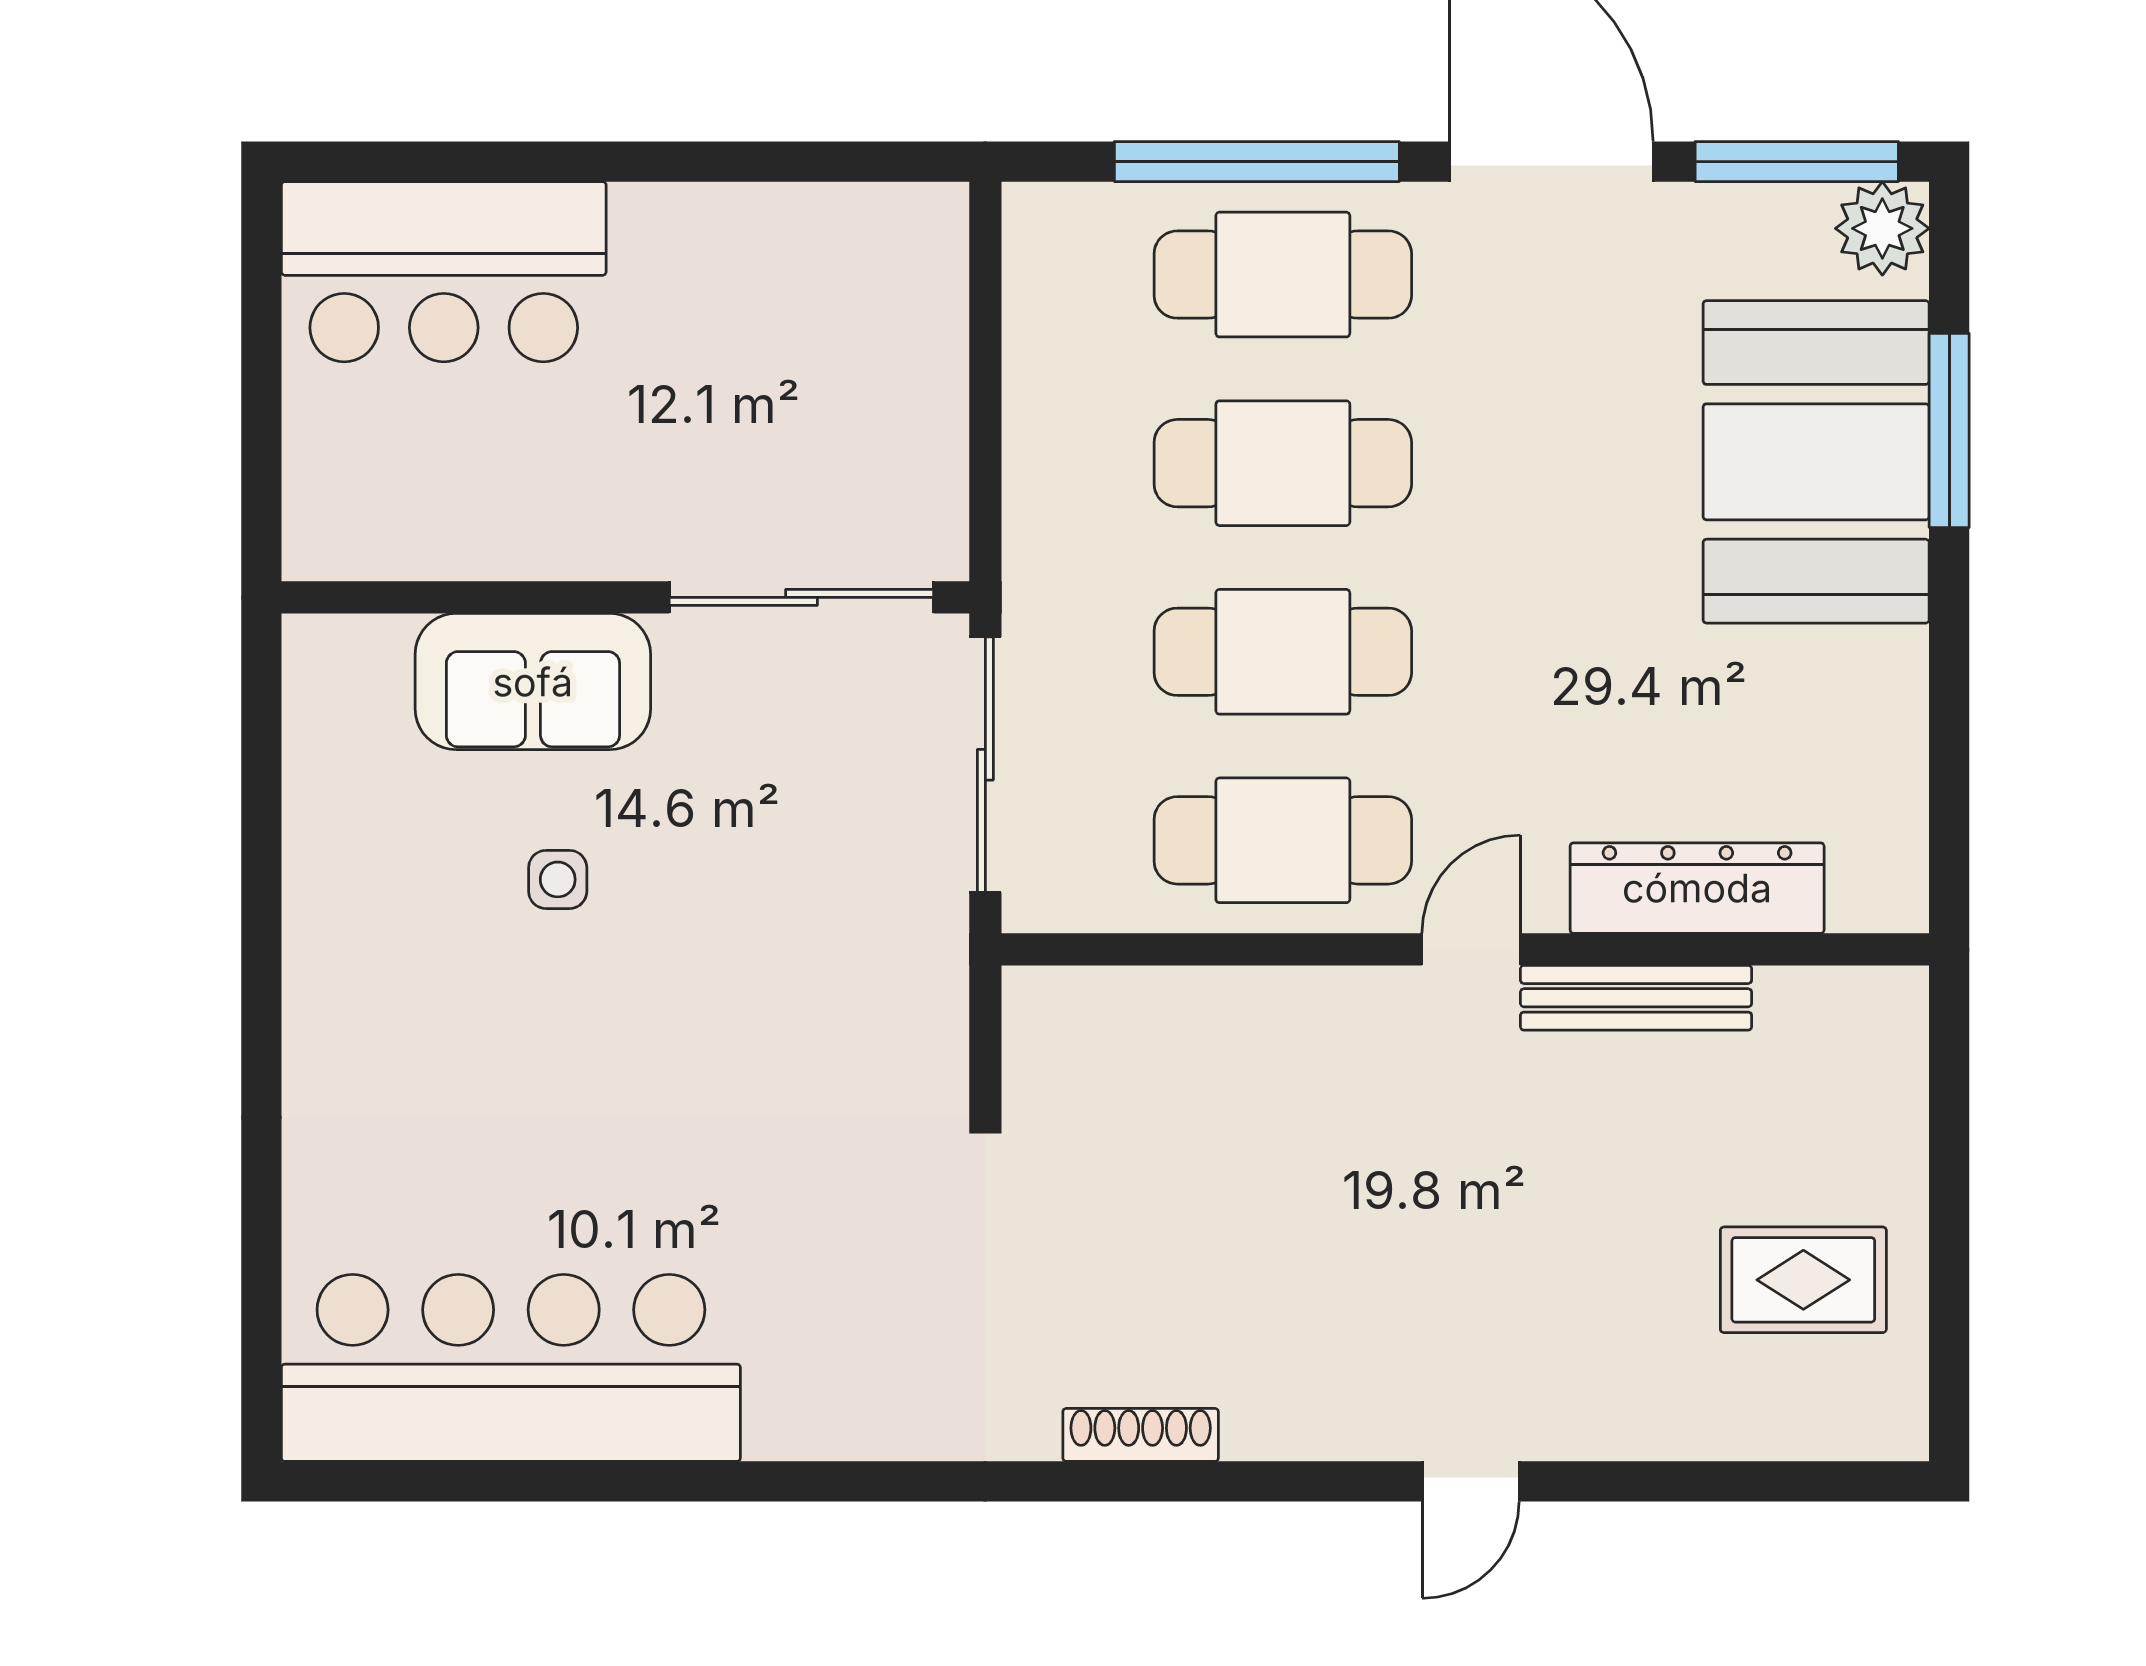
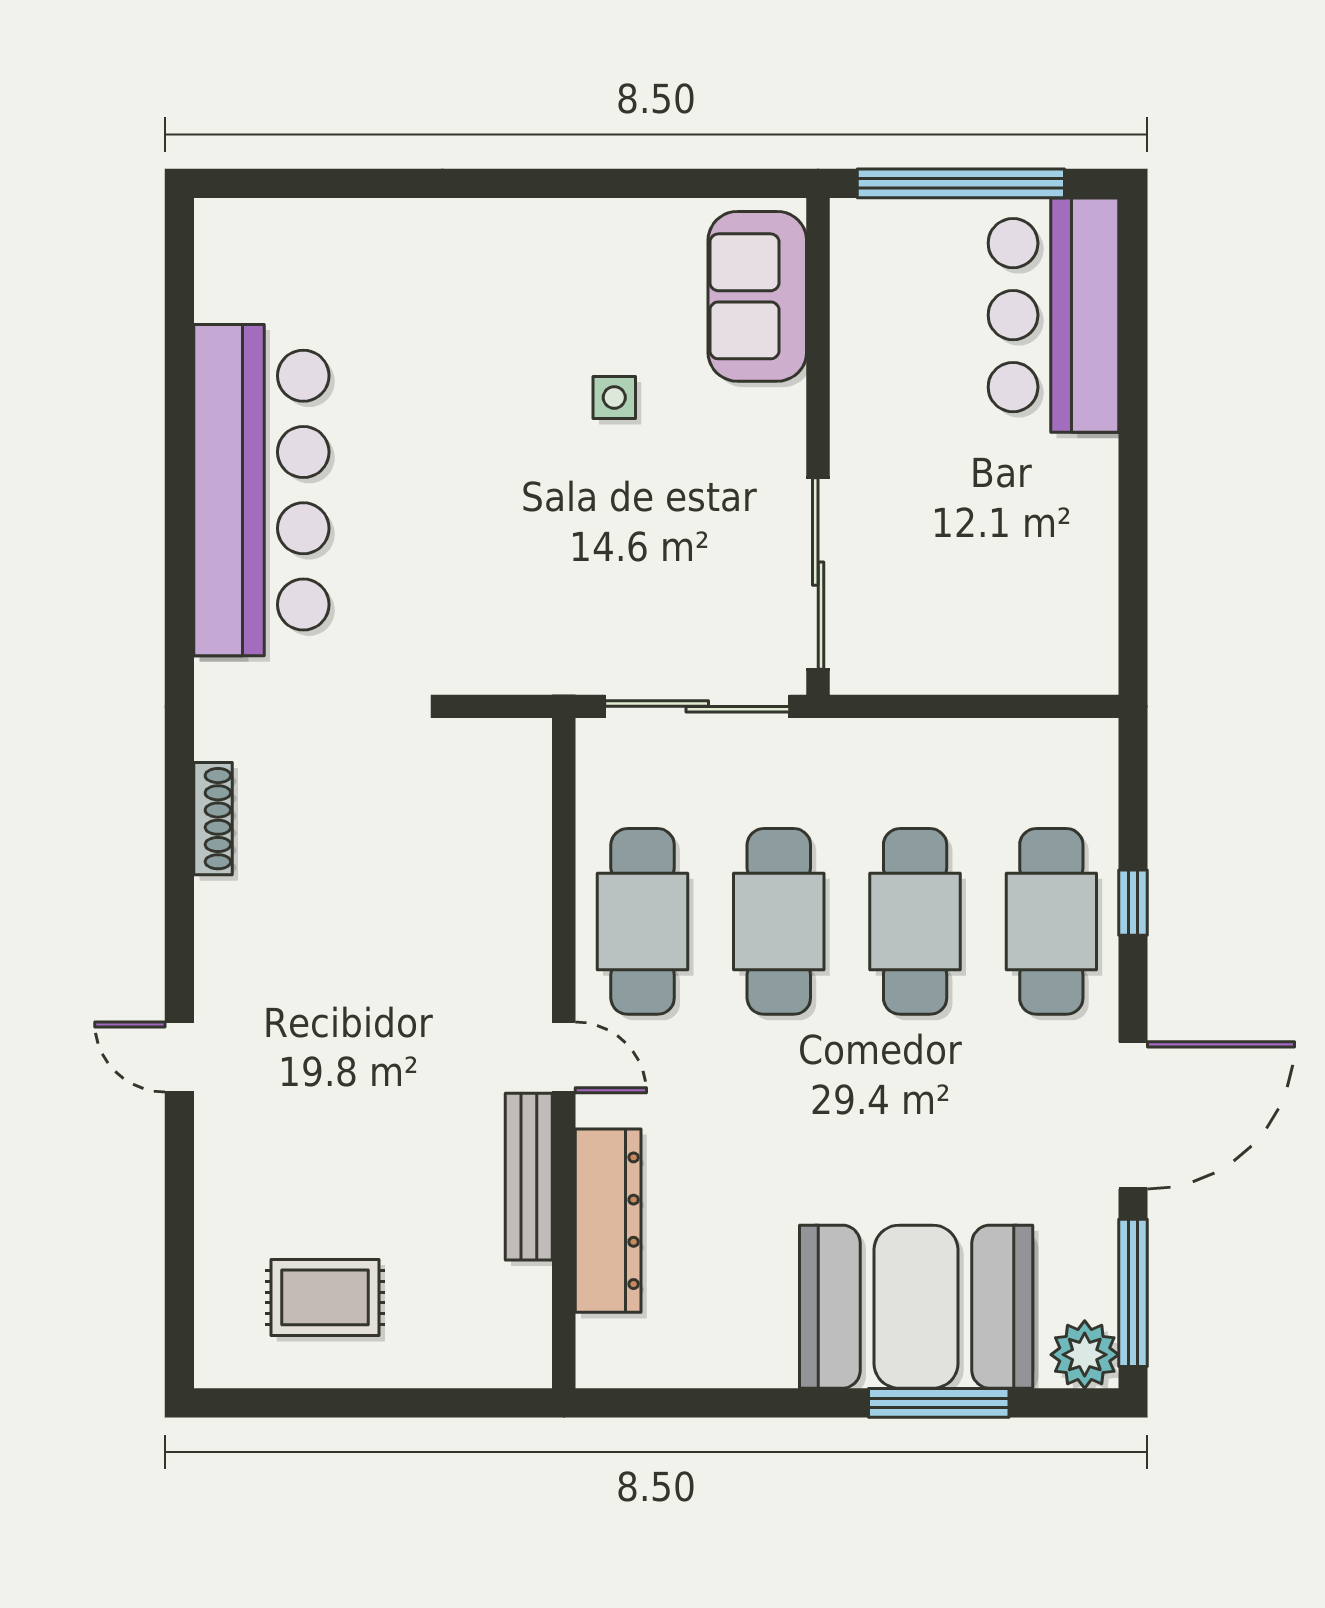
window: (1257, 162) -> (1133, 903), width x0.32
window: (261, 400) -> (961, 183), added
sofa: (533, 682) -> (757, 296), moved
rug: (1803, 1280) -> (325, 1297), turned 90
bar counter: (511, 1368) -> (261, 490), moved

